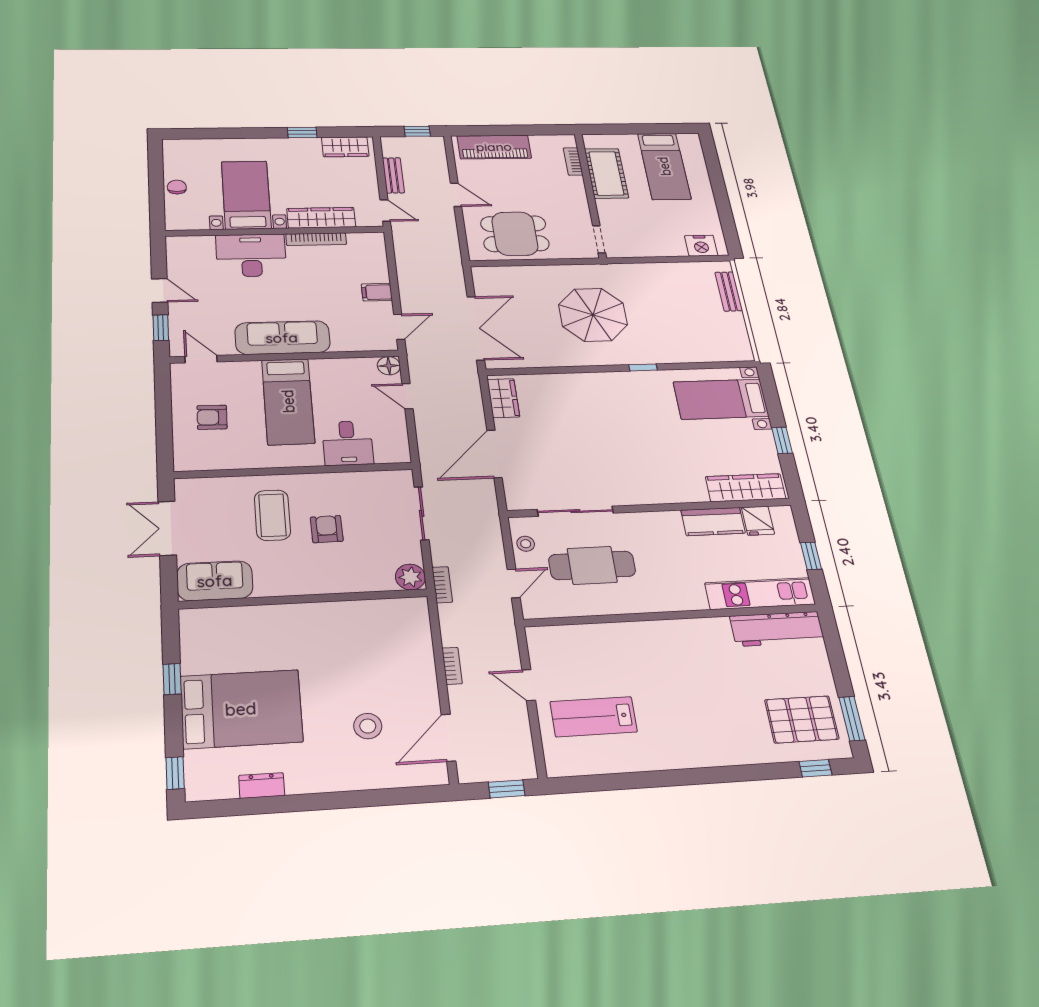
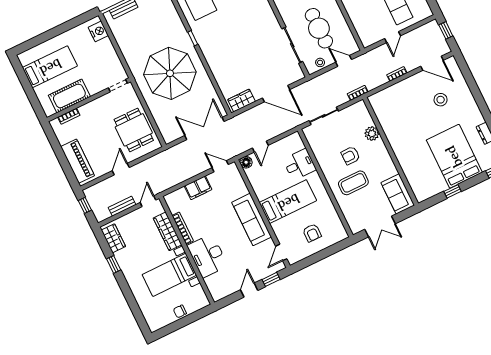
filing cabinet: (377, 292) -> (198, 188), width x2.00
parasol: (593, 315) -> (170, 73), width x1.36, depth x1.36
plant: (410, 577) -> (372, 134), moved

